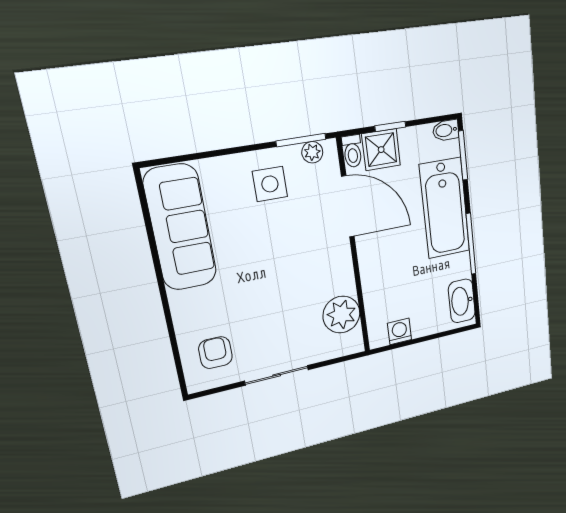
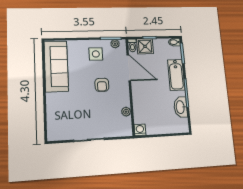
bathtub: (445, 208) -> (176, 75), width x0.73, depth x0.73
washbasin: (462, 301) -> (181, 107), moved
plant: (341, 315) -> (126, 112), width x0.53, depth x0.53
washing machine: (400, 331) -> (140, 130), moved
armchair: (215, 353) -> (102, 85), moved, turned 180

